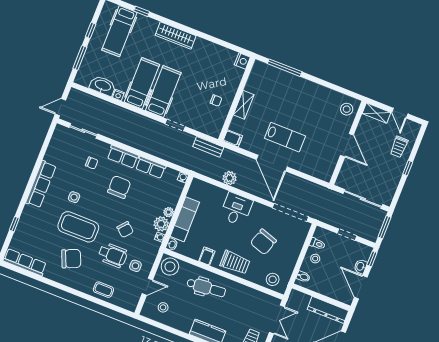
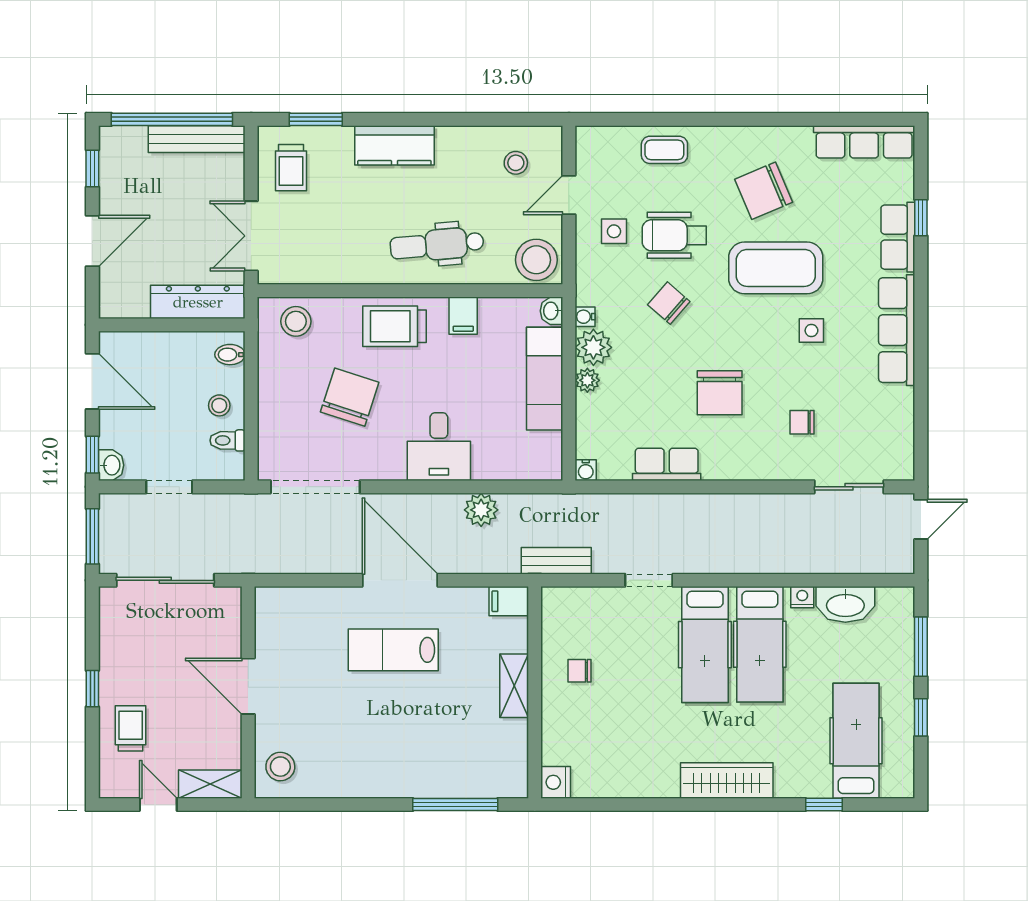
row of seats: (123, 157) -> (898, 237), moved, turned -90
washbasin: (361, 266) -> (111, 465), moved
dresser: (328, 310) -> (198, 302), moved

